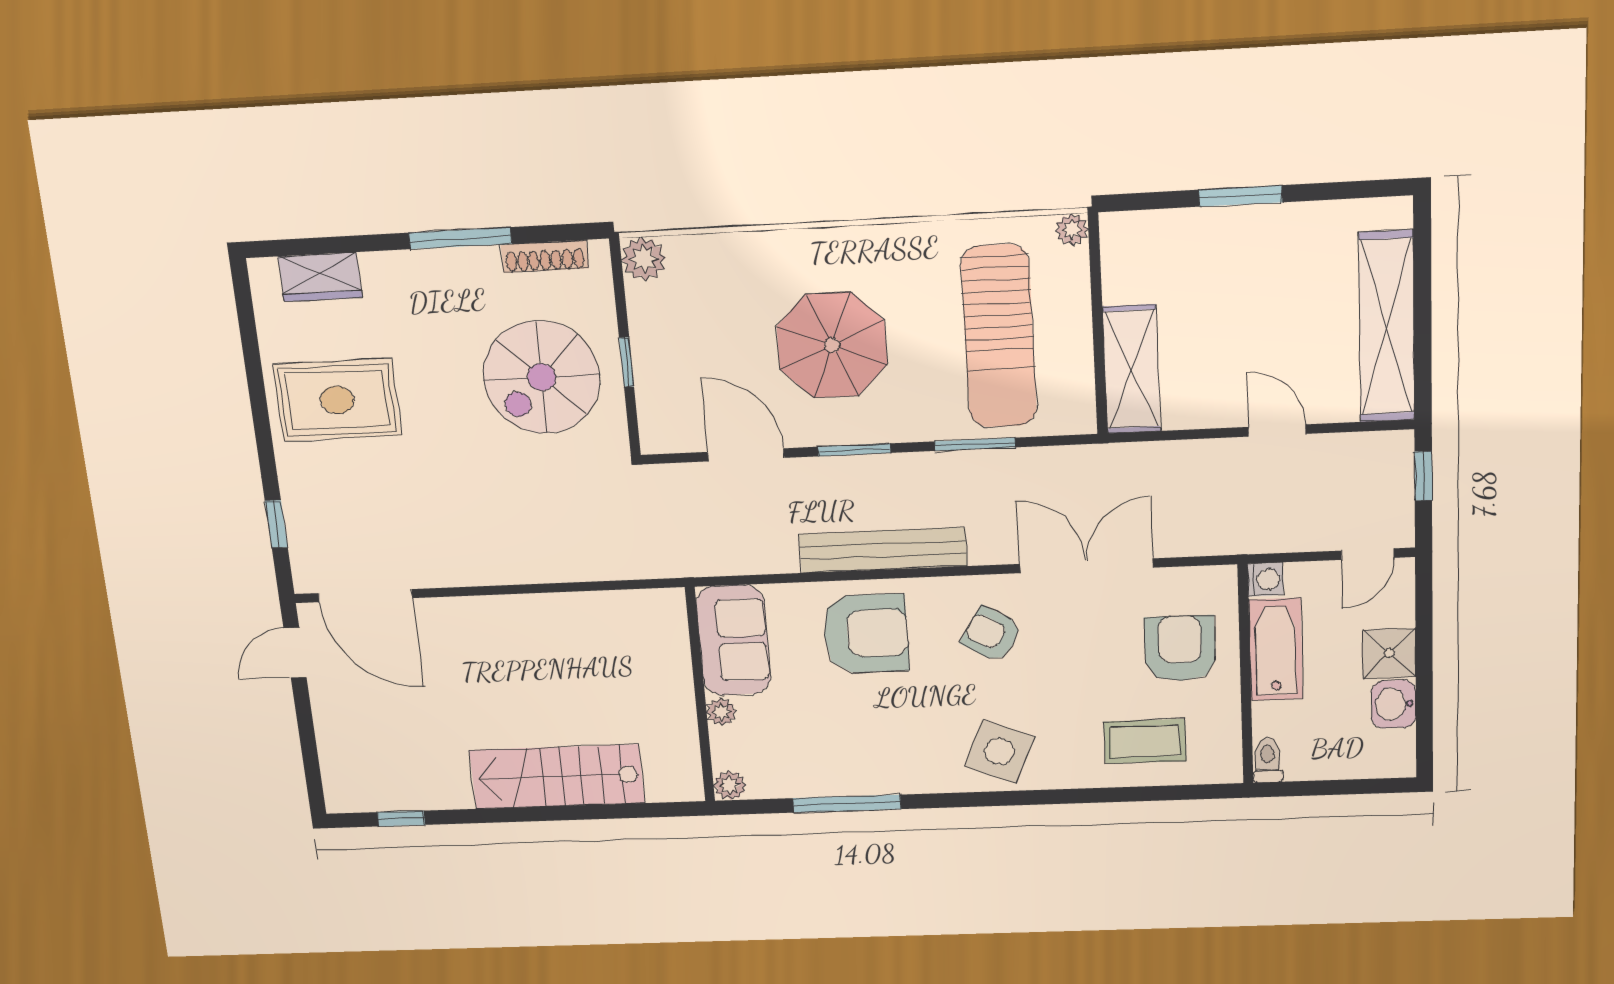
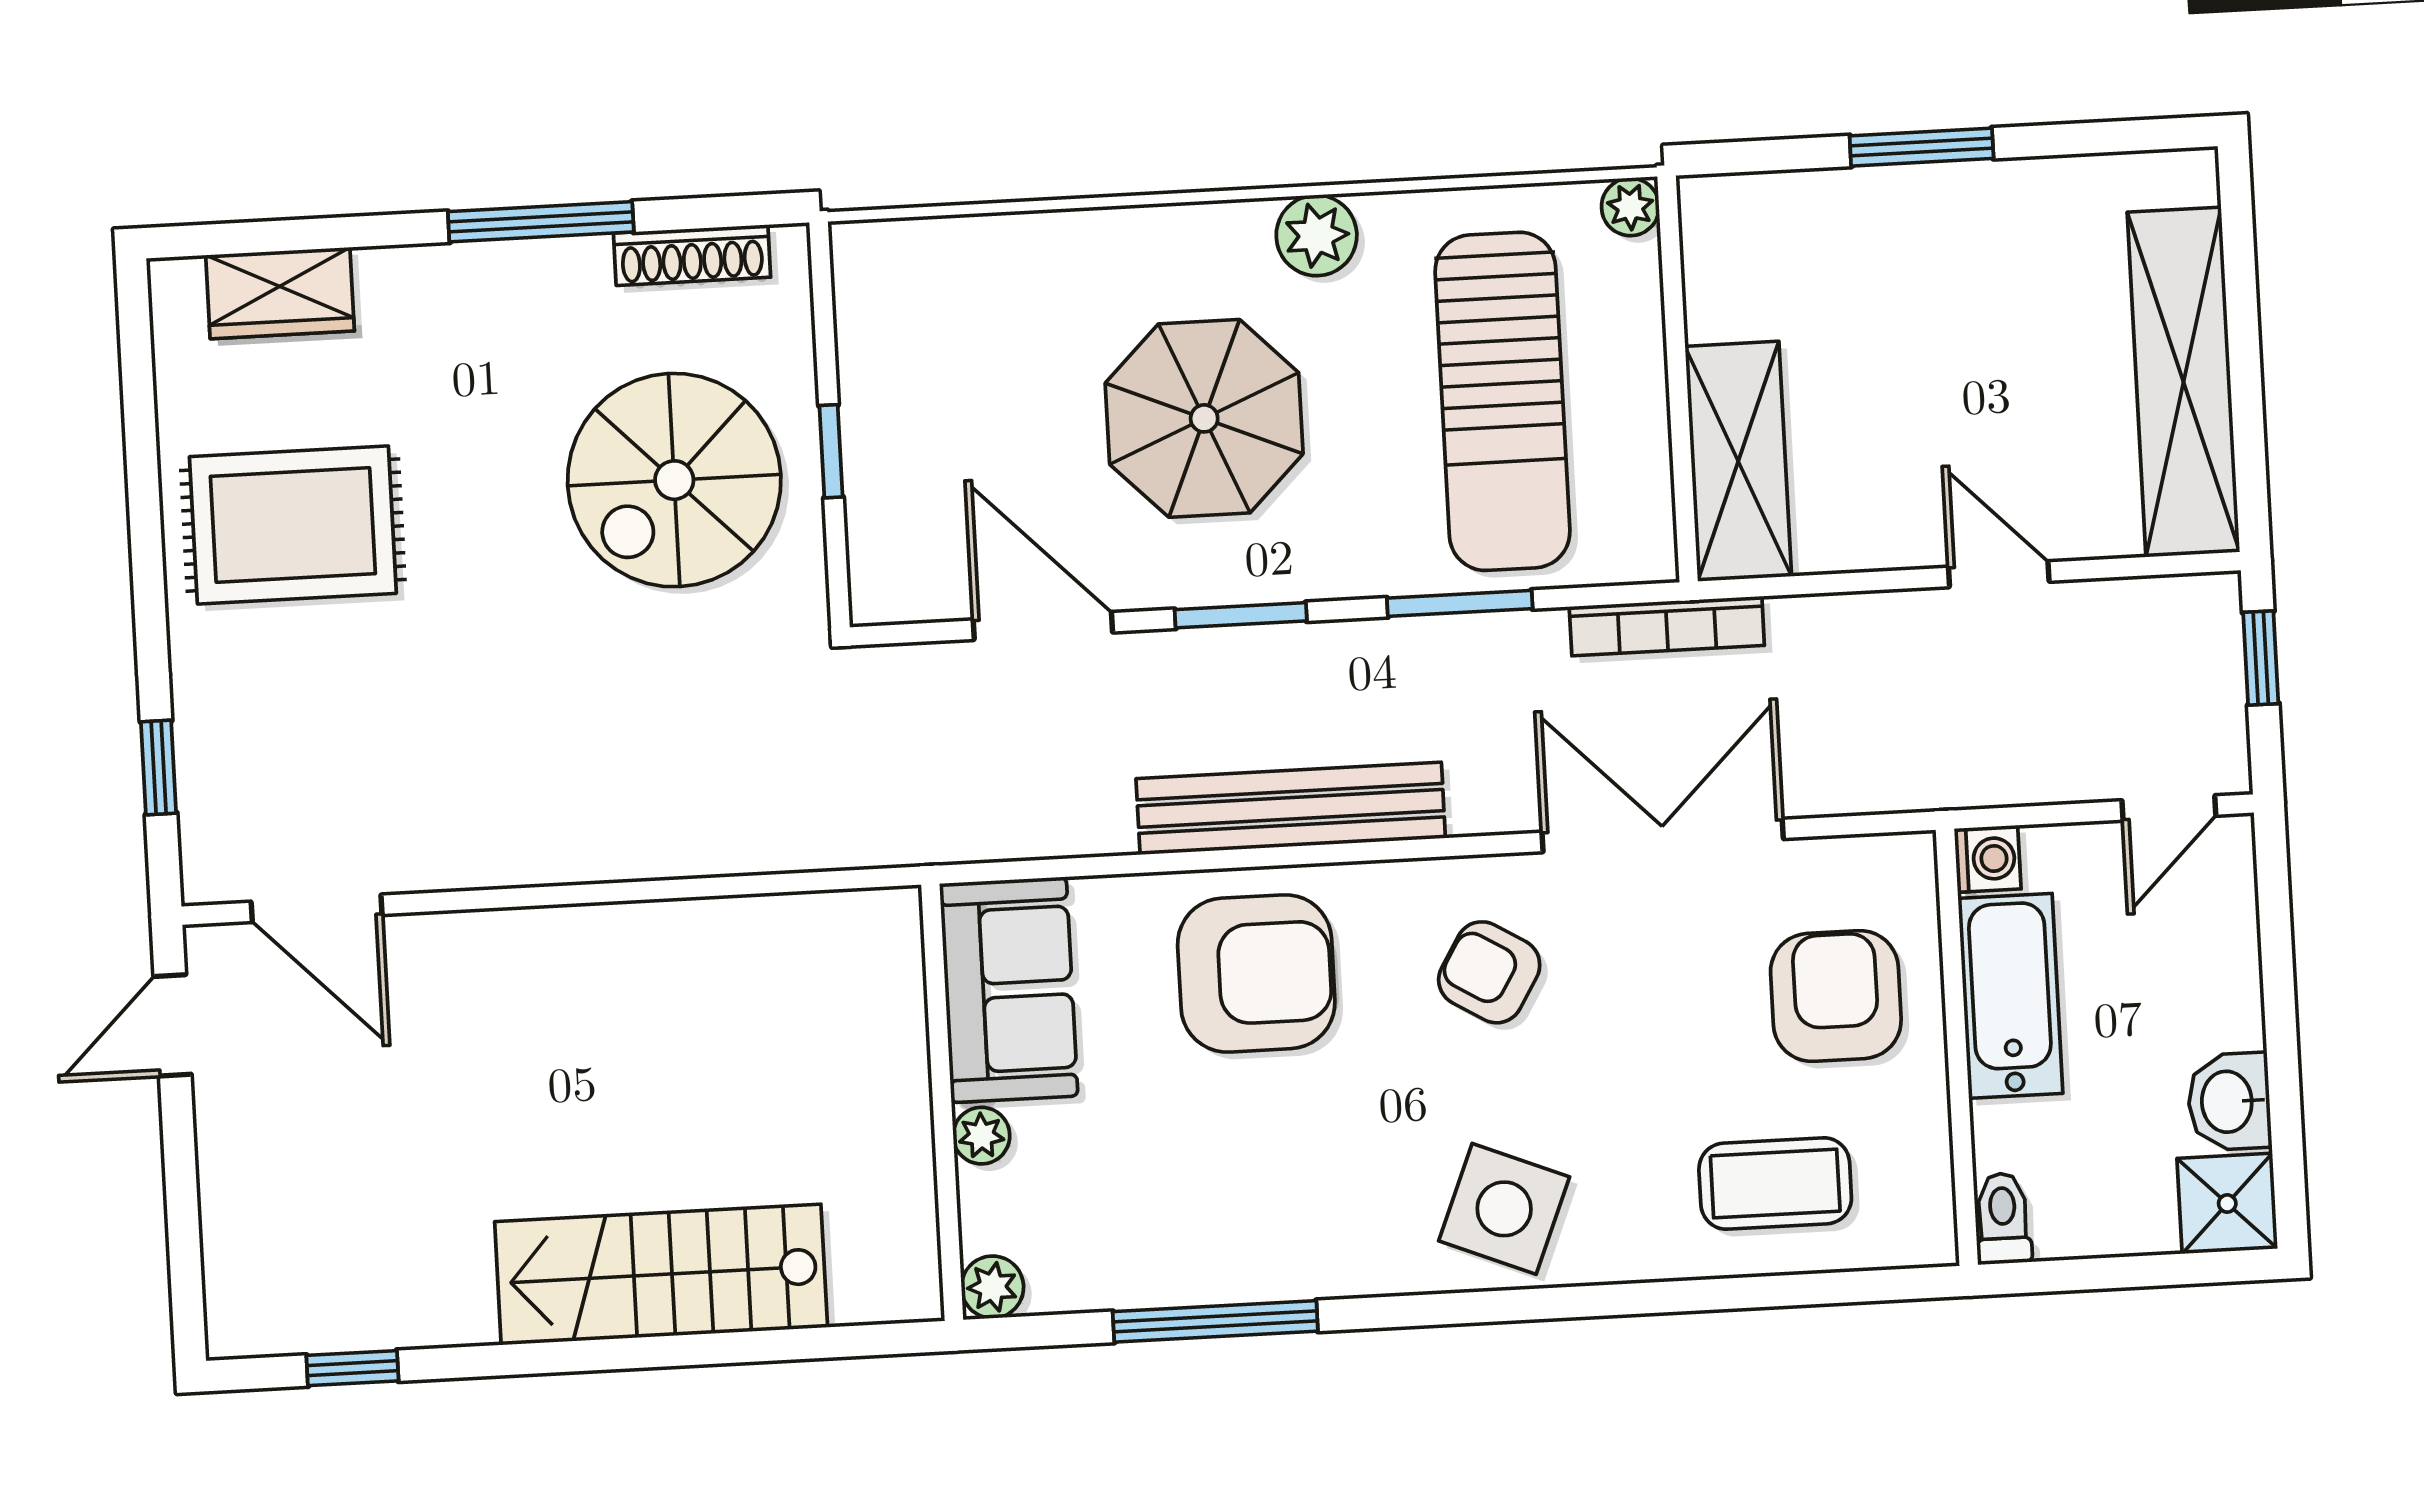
plant: (644, 259) -> (1317, 235), moved
bookcase: (1090, 457) -> (1667, 626), added
door: (365, 596) -> (317, 908), width x0.73
shower: (1389, 653) -> (2227, 1203), moved

